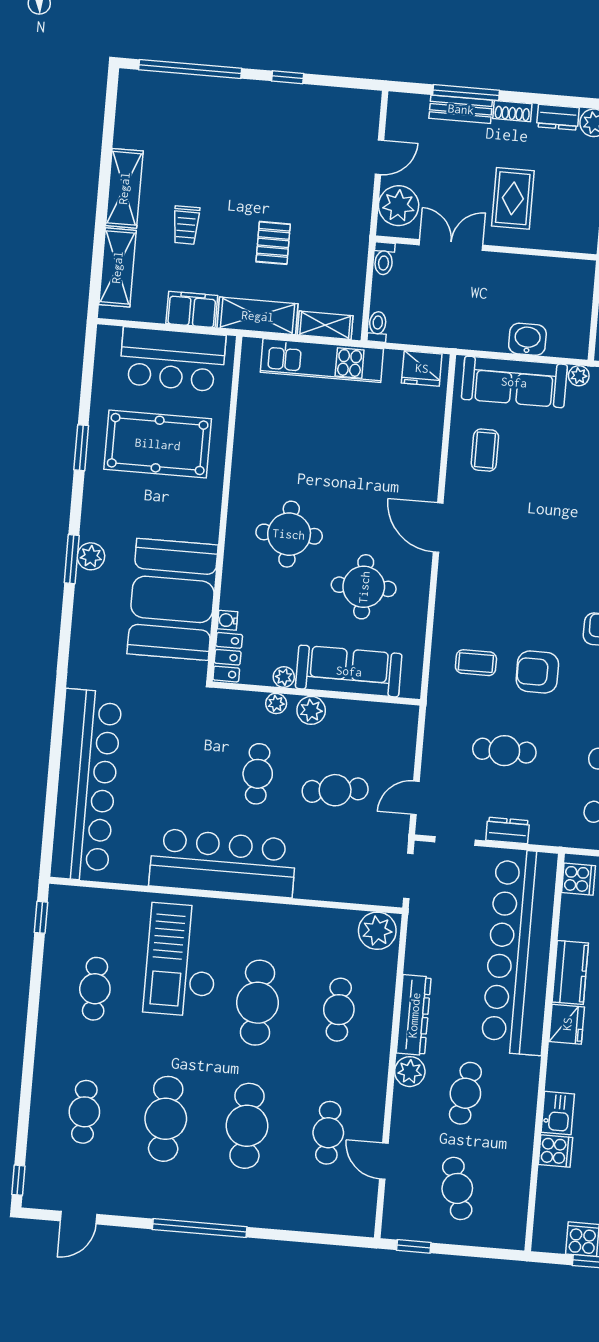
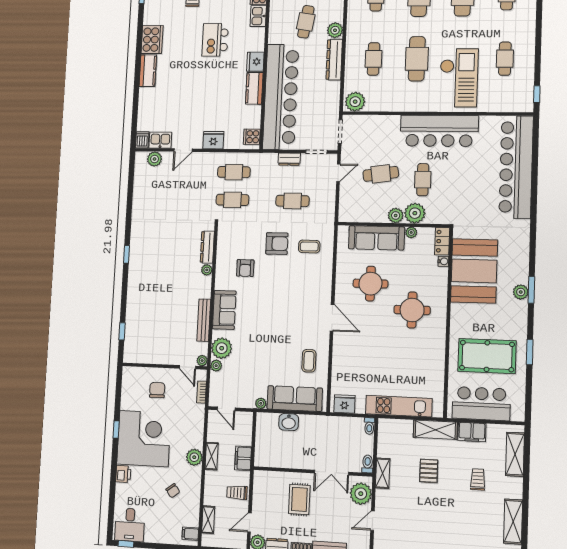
shelving: (124, 188) -> (513, 522), moved
shelving: (325, 325) -> (383, 473), moved, turned 90
plant: (276, 703) -> (415, 213), width x1.87, depth x1.87

